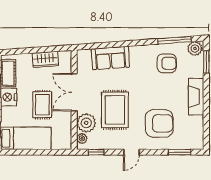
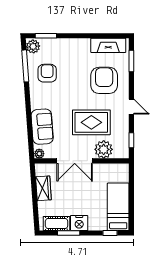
fireplace: (196, 97) -> (108, 45), moved
rug: (42, 105) -> (86, 191), removed
plant: (82, 139) -> (39, 154), moved

